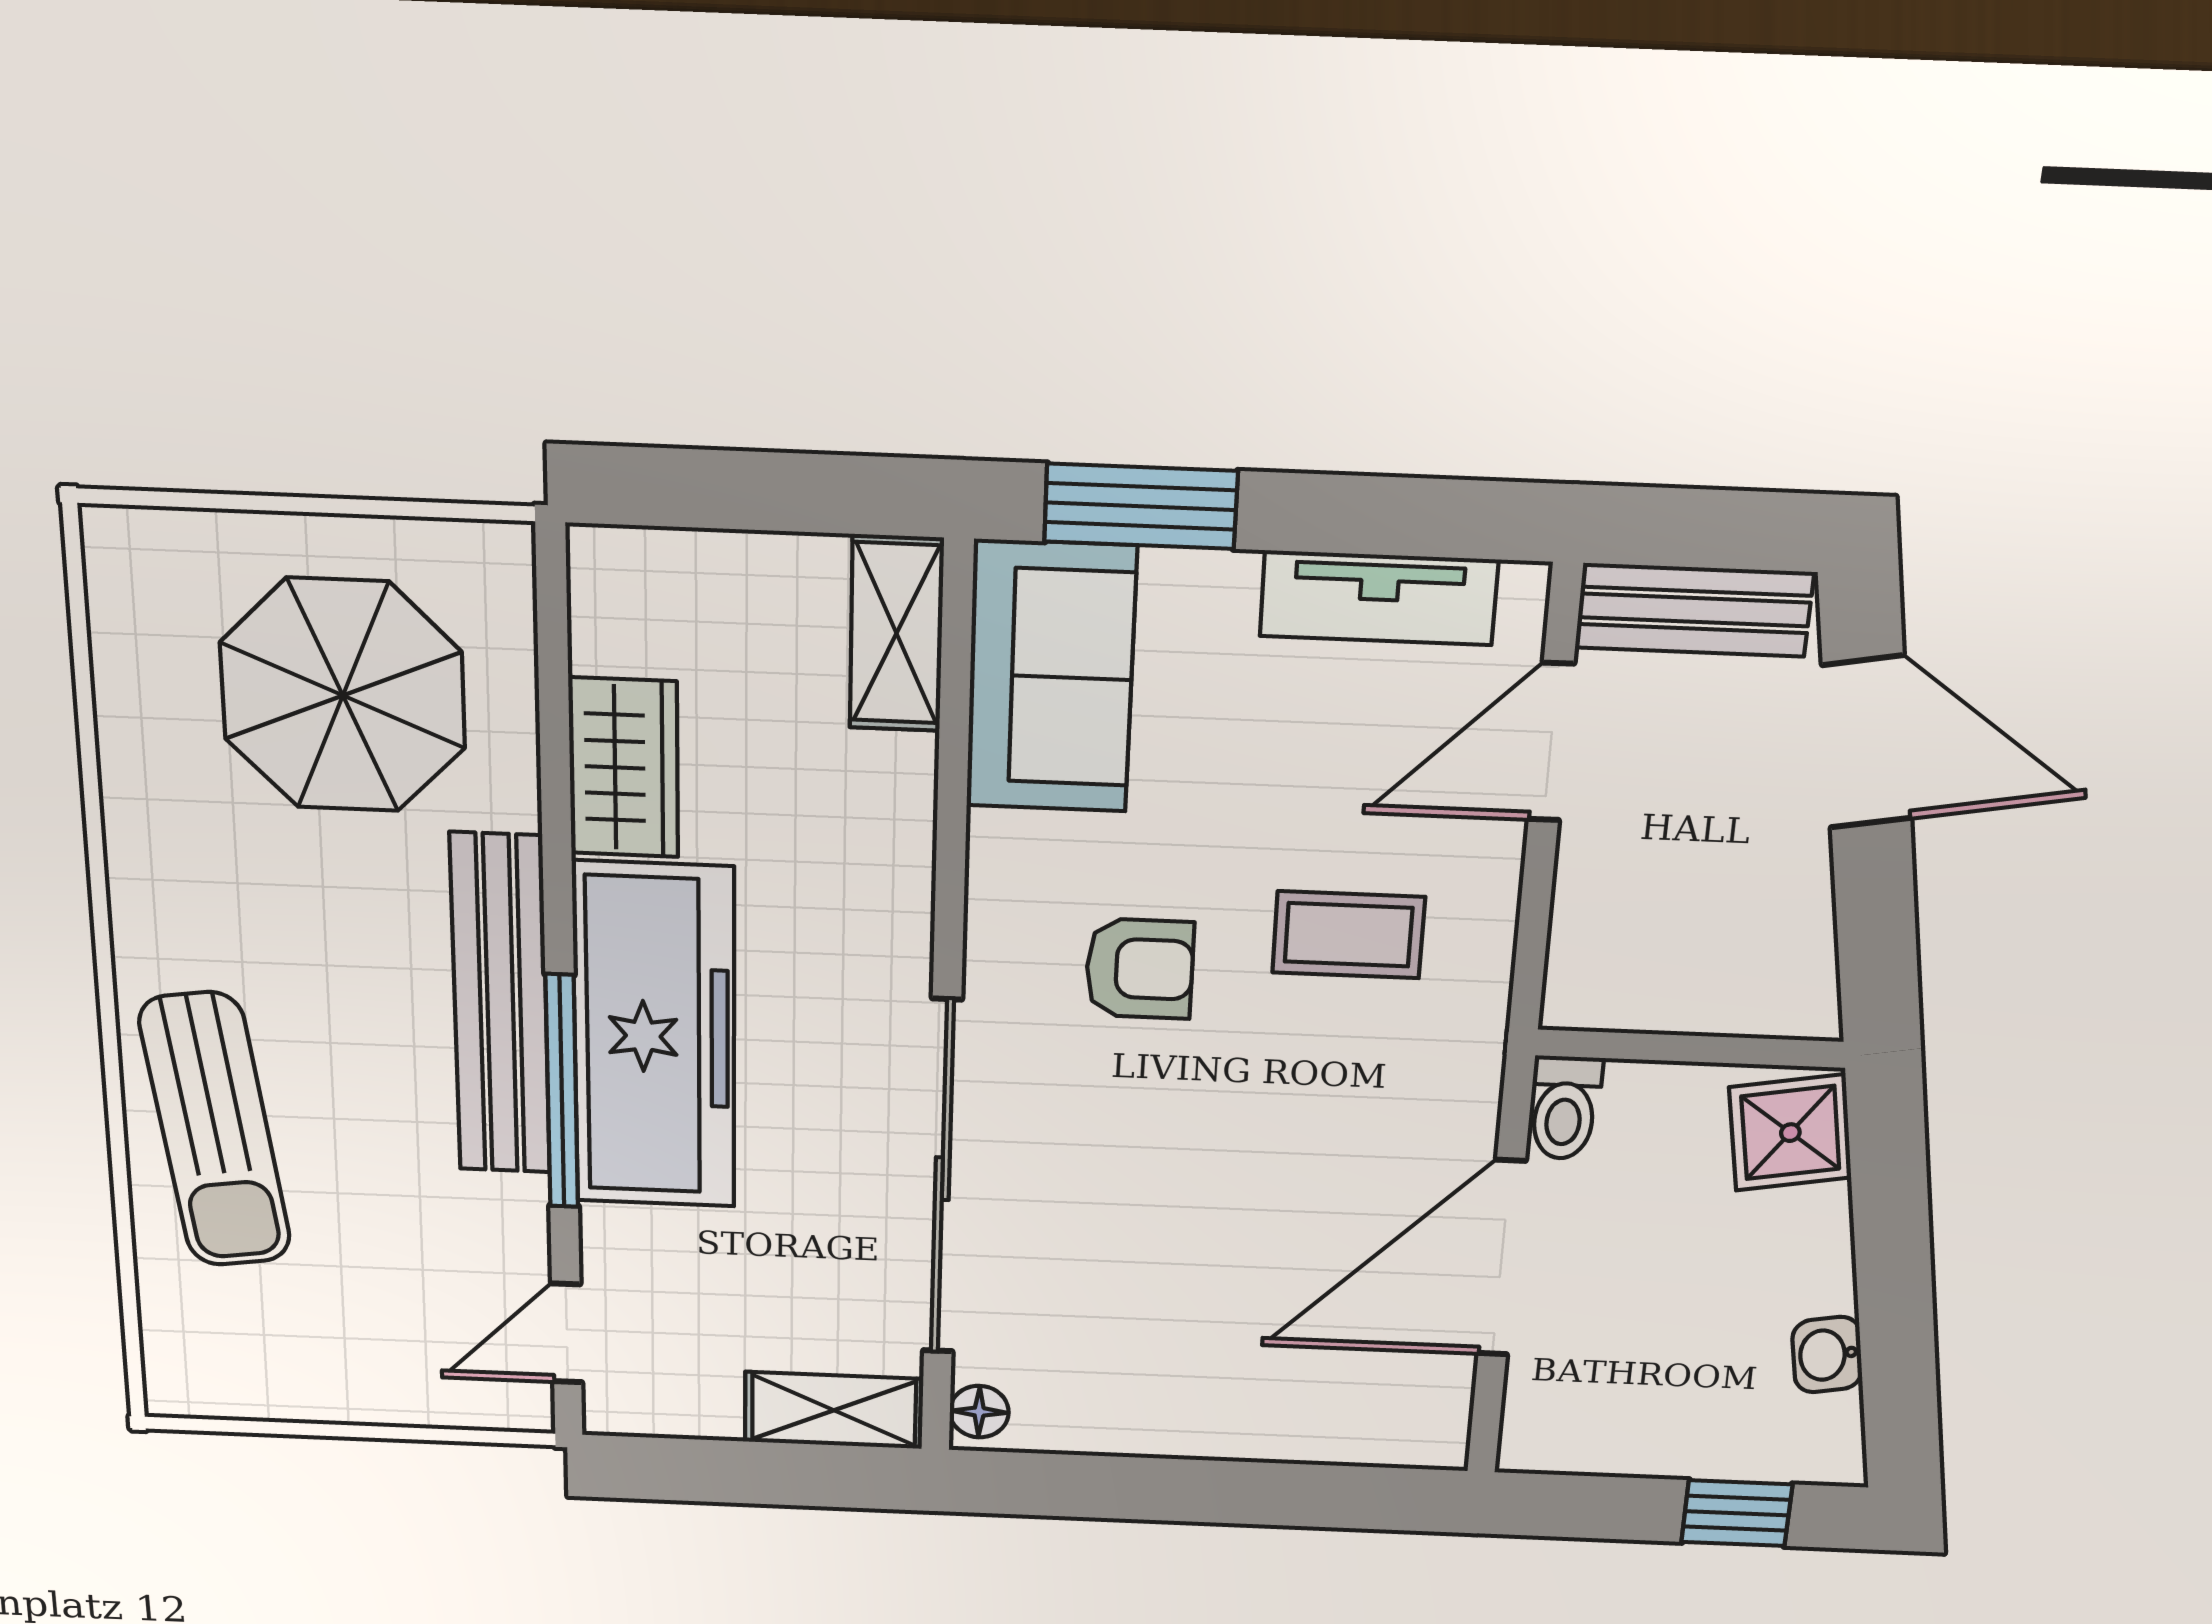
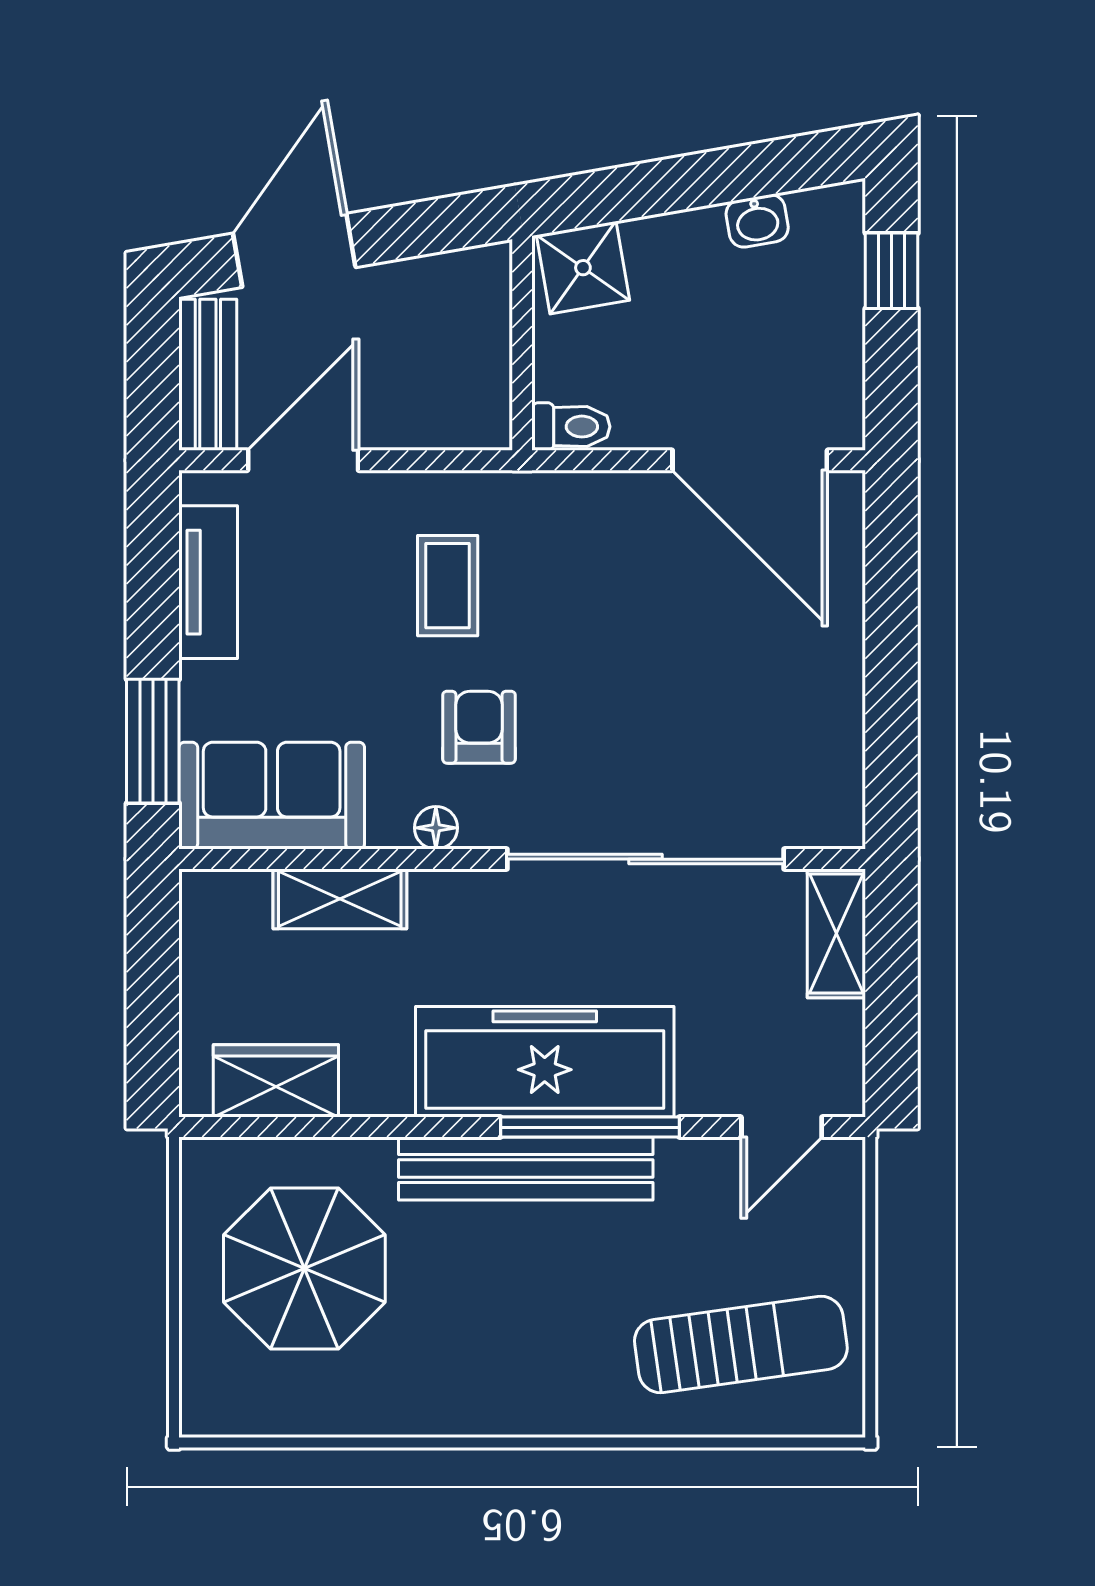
shelving: (896, 633) -> (340, 899), moved
door: (1551, 742) -> (303, 460), swing flipped
wardrobe: (624, 768) -> (276, 1081), moved
sun lounger: (215, 1130) -> (741, 1344), moved
door: (1502, 1258) -> (750, 460), moved
door: (567, 1333) -> (782, 1127), hinge flipped
floor lamp: (979, 1412) -> (436, 828), moved

